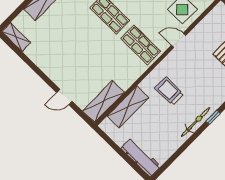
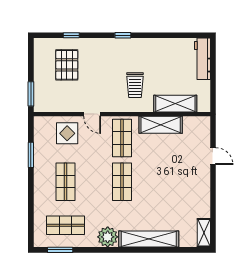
shelving: (103, 102) -> (161, 125), moved
bicycle: (196, 122) -> (139, 44), removed

